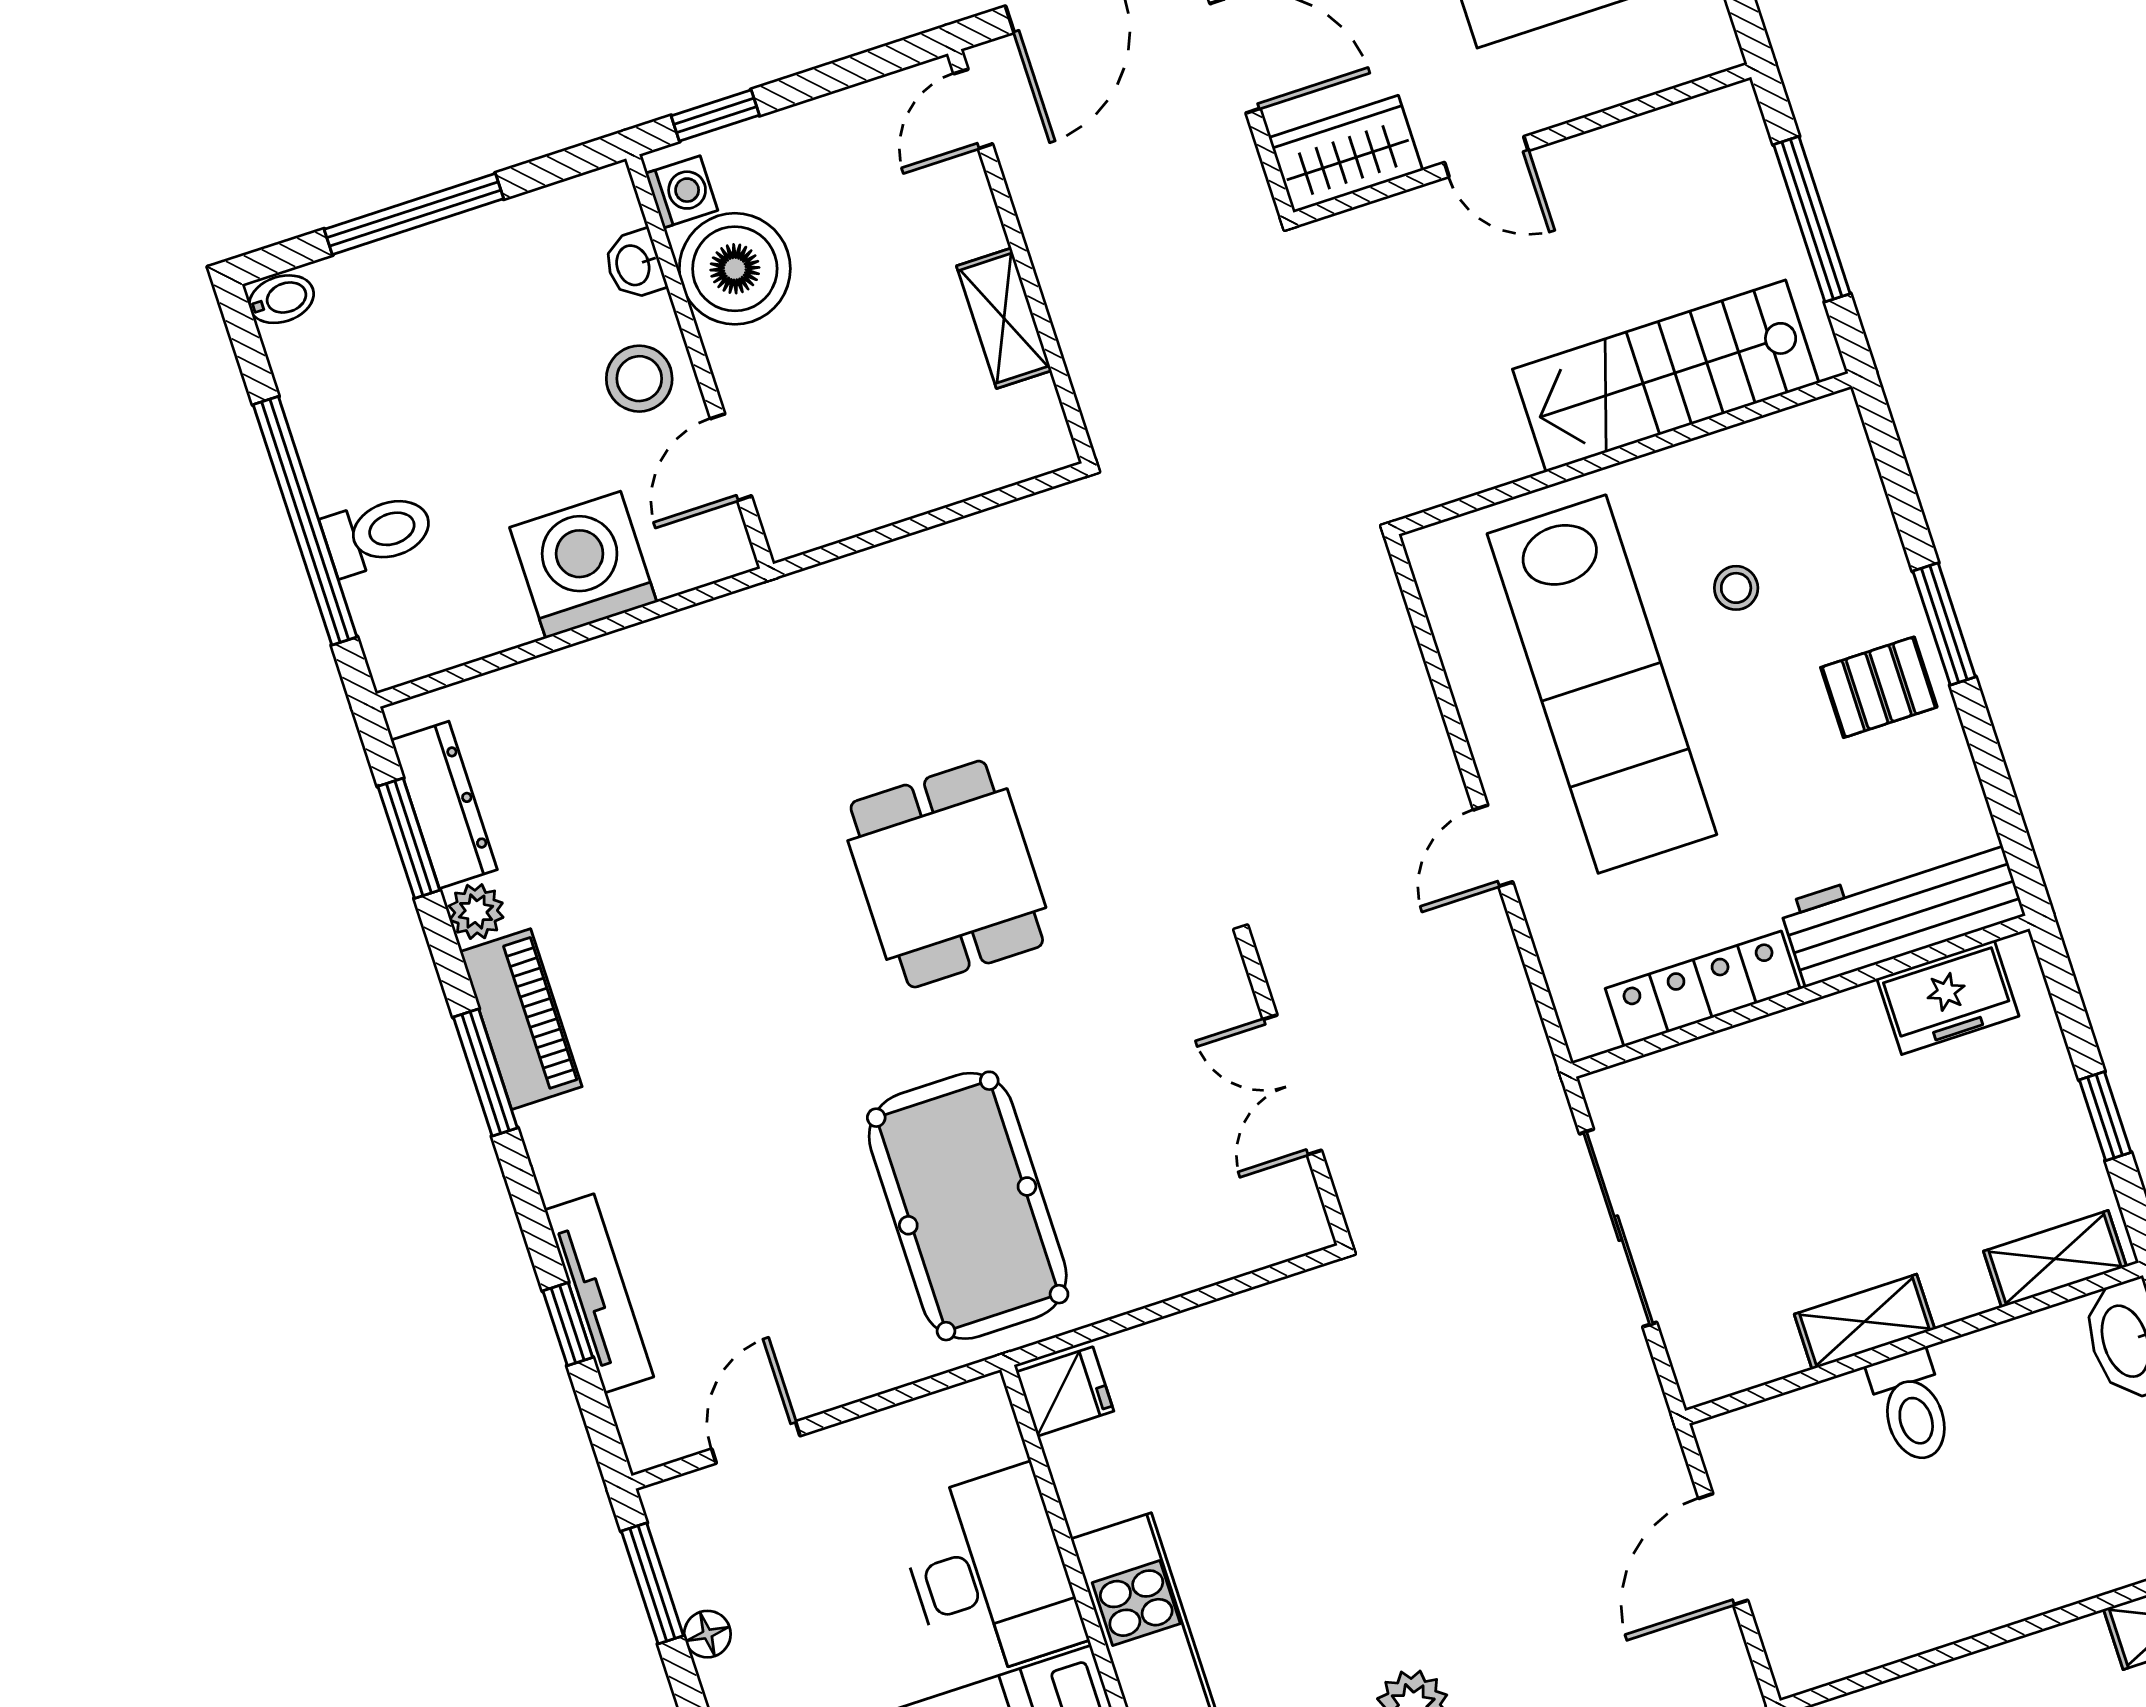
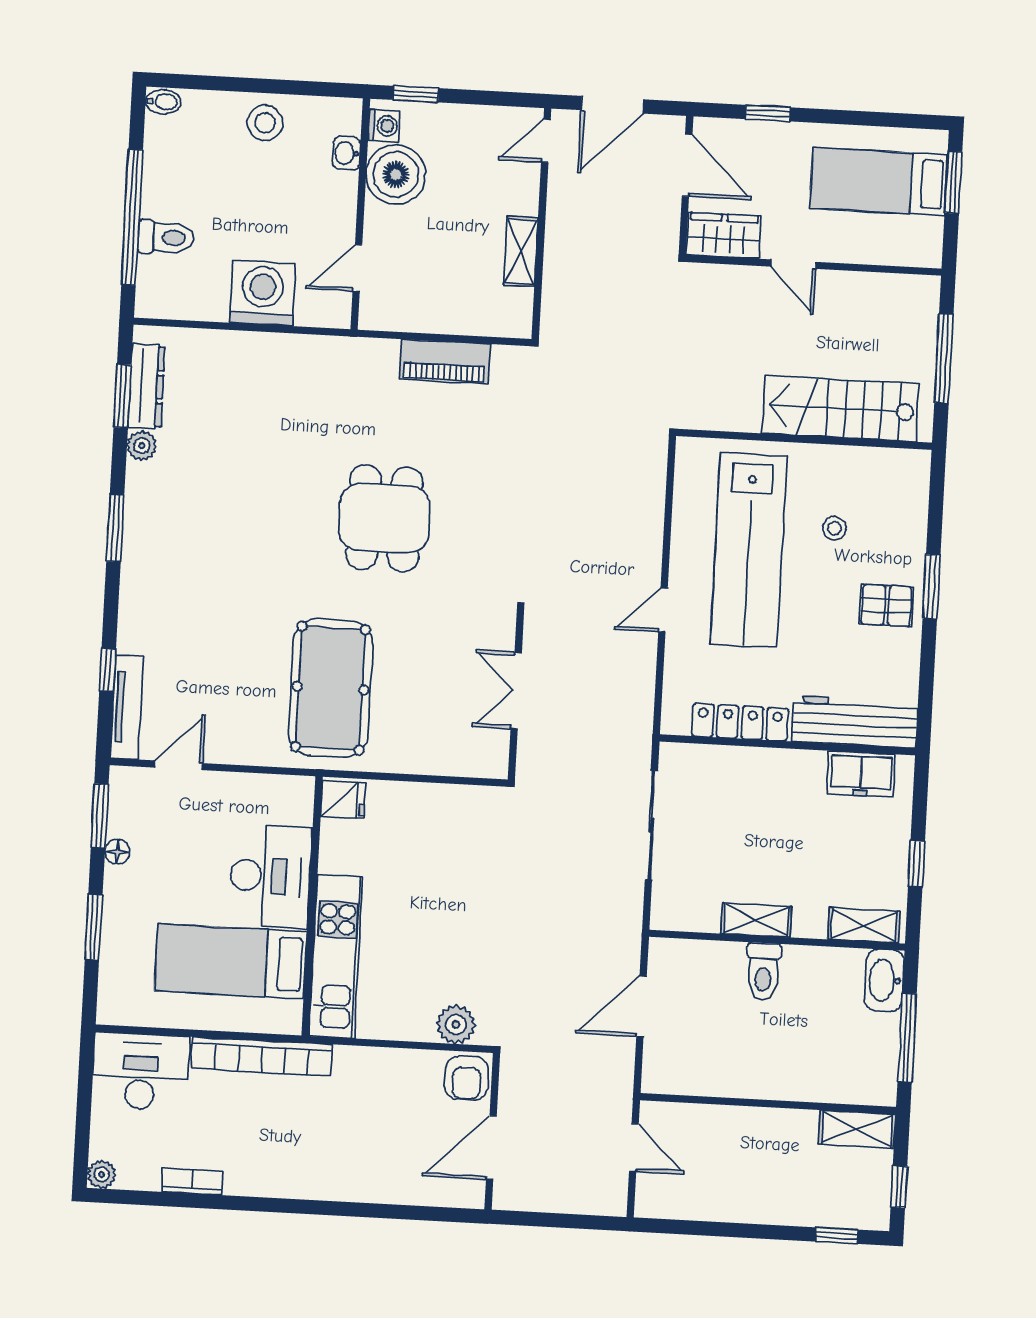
window: (414, 214) -> (246, 85), removed
stool: (639, 379) -> (265, 123), moved
piano: (521, 1019) -> (445, 361), moved, turned 90
tv unit: (599, 1293) -> (127, 707), moved

